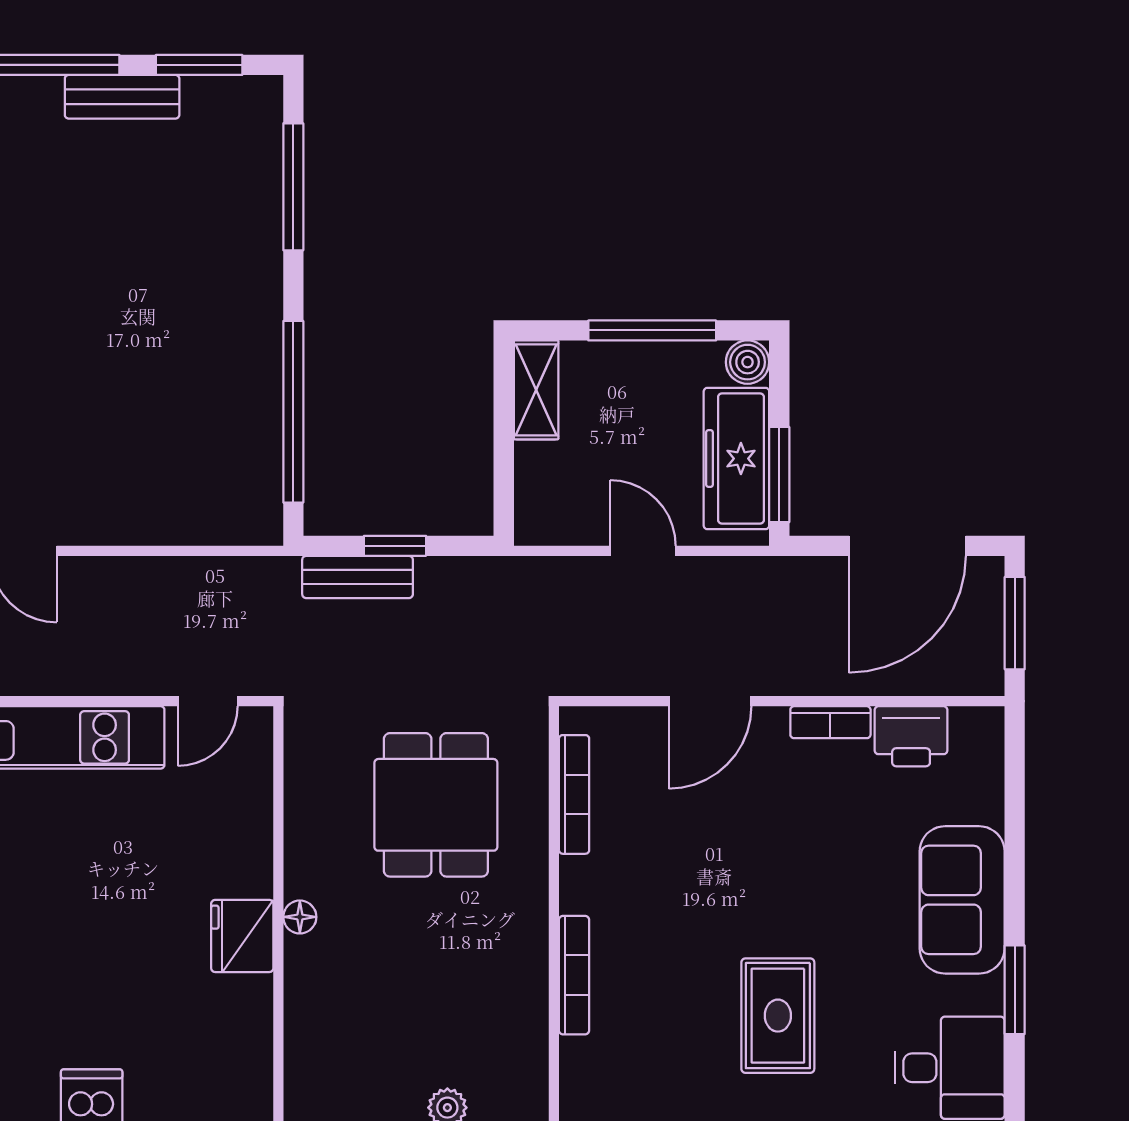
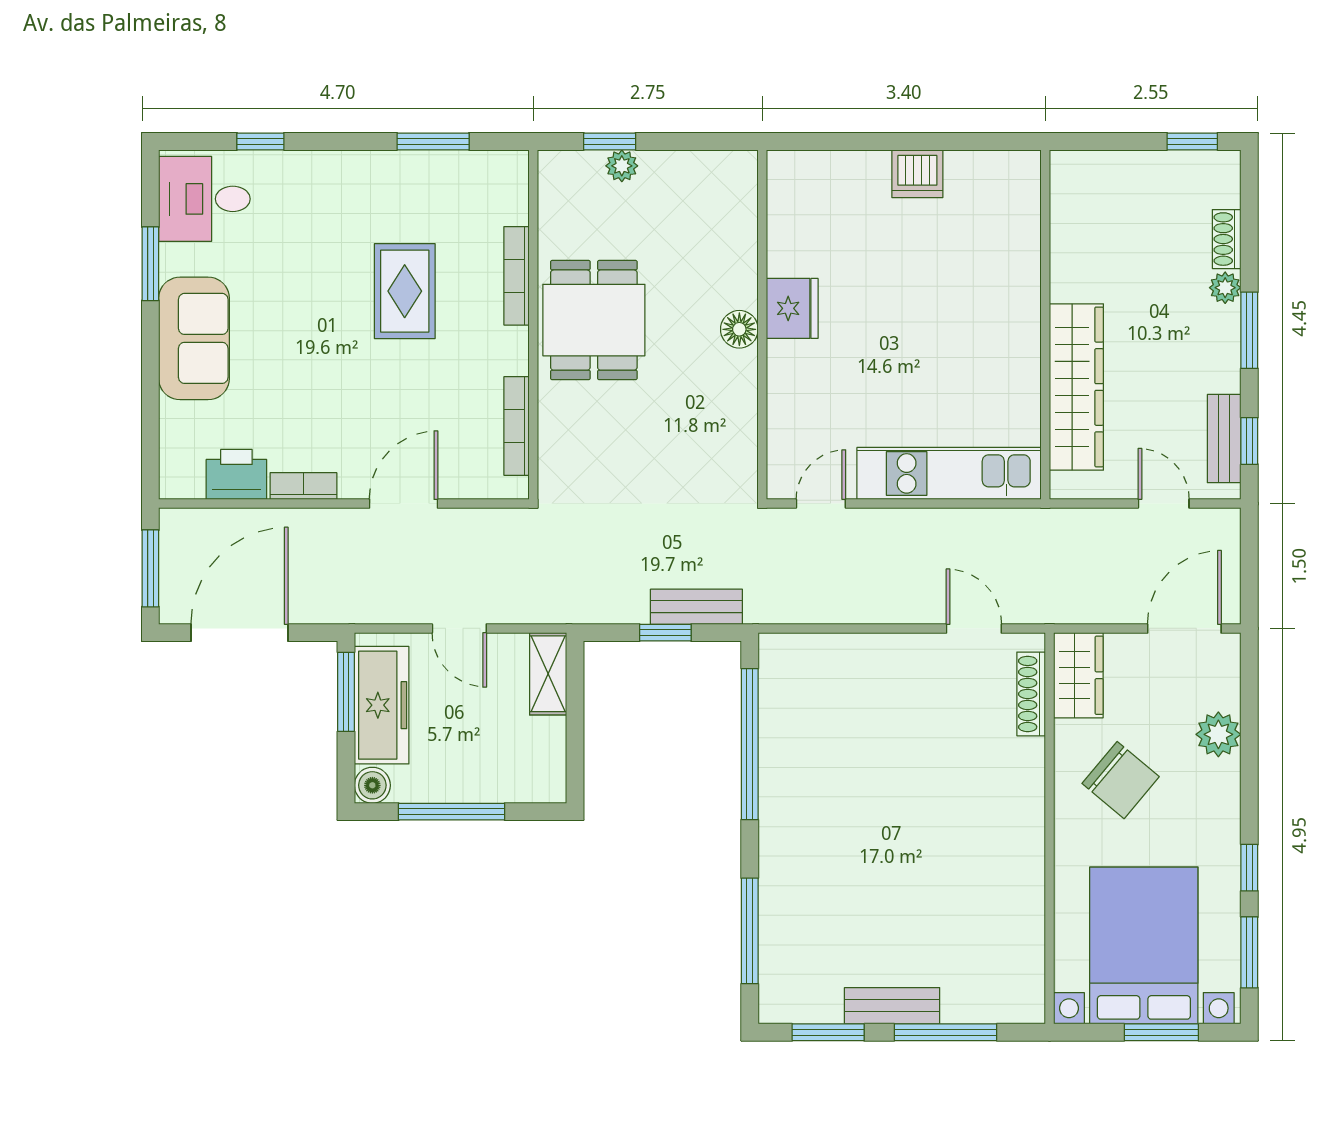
shelving: (536, 390) -> (548, 674), moved
dining table: (436, 805) -> (594, 320), moved
floor lamp: (300, 917) -> (739, 329), width x1.37, depth x1.37
rug: (778, 1016) -> (405, 291), moved

